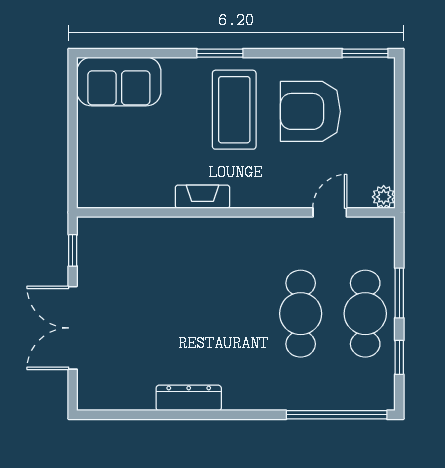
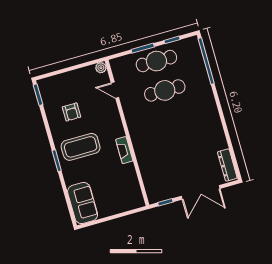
armchair: (310, 111) -> (72, 112), width x0.53, depth x0.53
dresser: (189, 398) -> (227, 165), moved

